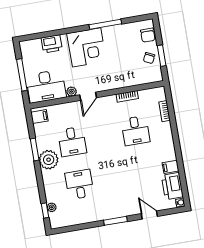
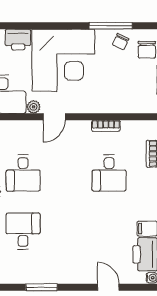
window: (105, 24) -> (111, 26), moved
corner desk: (87, 47) -> (63, 60), width x1.36, depth x1.36
chair: (149, 58) -> (120, 42), moved
window: (115, 221) -> (41, 287), moved

